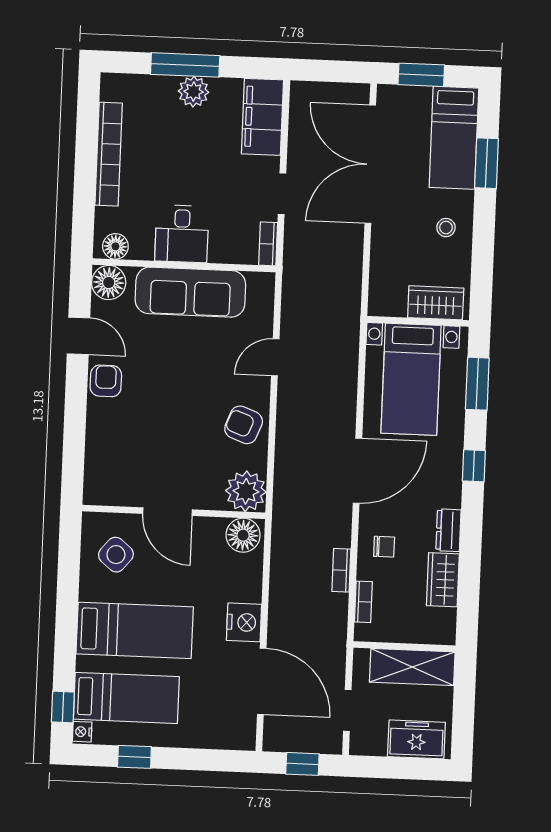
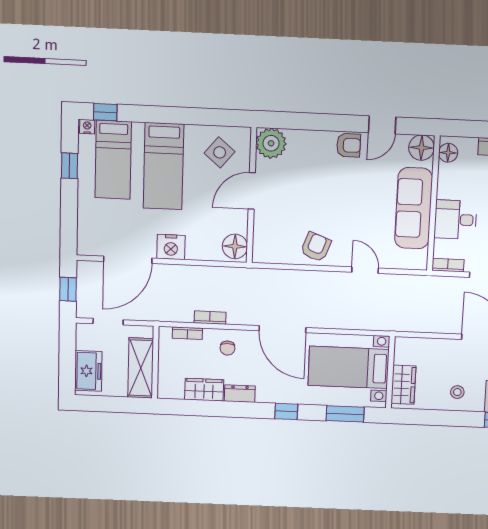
desk: (182, 234) -> (455, 220), moved
plant: (246, 491) -> (271, 143), moved

